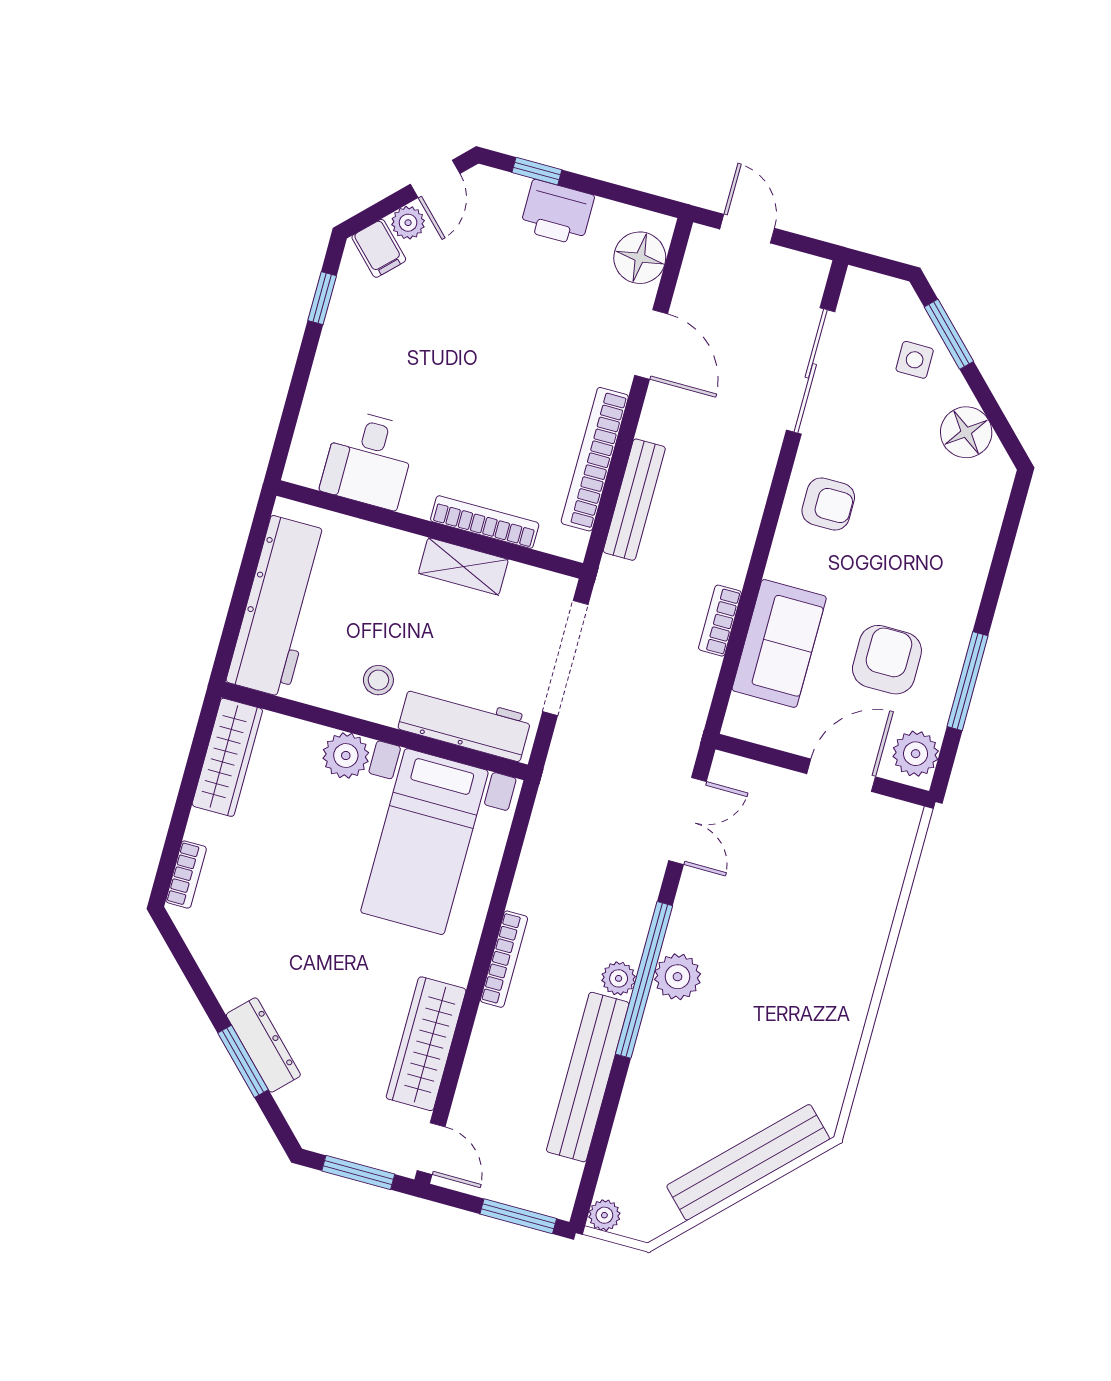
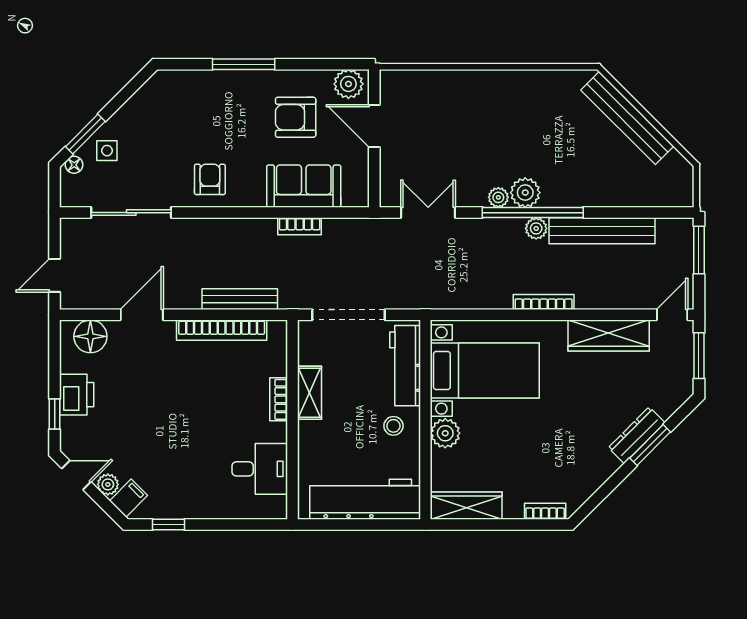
floor lamp: (966, 432) -> (74, 165), moved, width x0.53, depth x0.53
bookcase: (485, 522) -> (279, 399), width x0.64
window: (968, 681) -> (244, 64), moved
plant: (604, 1215) -> (498, 197), moved

